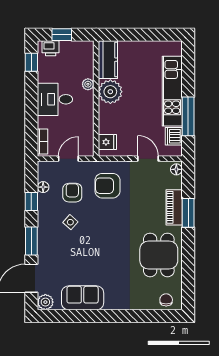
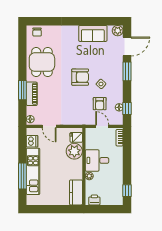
window: (62, 35) -> (107, 209), removed
printer: (51, 48) -> (94, 200), moved
plant: (110, 92) -> (74, 151), moved
desk: (55, 99) -> (97, 160), moved, turned 180
window: (188, 116) -> (22, 176), moved
door: (68, 159) -> (102, 126), swing flipped
armchair: (107, 186) -> (80, 77), moved
window: (31, 201) -> (127, 108), moved

